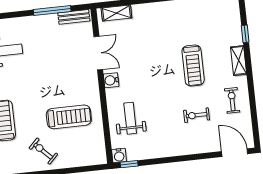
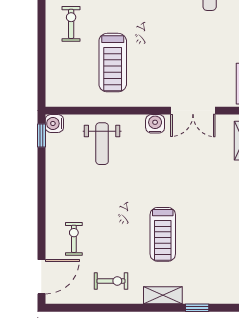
treadmill: (193, 66) -> (163, 234), turned -90
exercise bike: (197, 115) -> (74, 239), moved
weight bench: (130, 118) -> (102, 144), turned 90
exercise bike: (43, 151) -> (71, 24), turned -45

